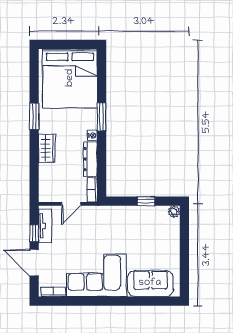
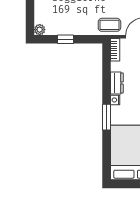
dresser: (90, 159) -> (117, 83), width x0.70
coffee table: (98, 217) -> (109, 25), added

